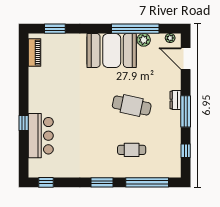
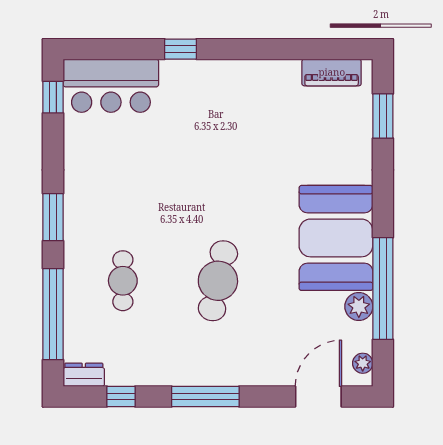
dresser: (176, 100) -> (84, 375), moved
bar counter: (41, 136) -> (111, 86), moved

